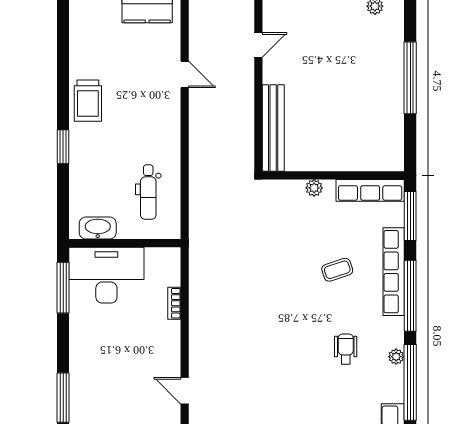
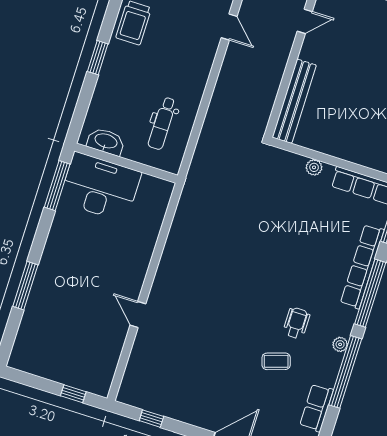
coffee table: (337, 270) -> (276, 361), moved
bookcase: (174, 303) -> (154, 232), removed

